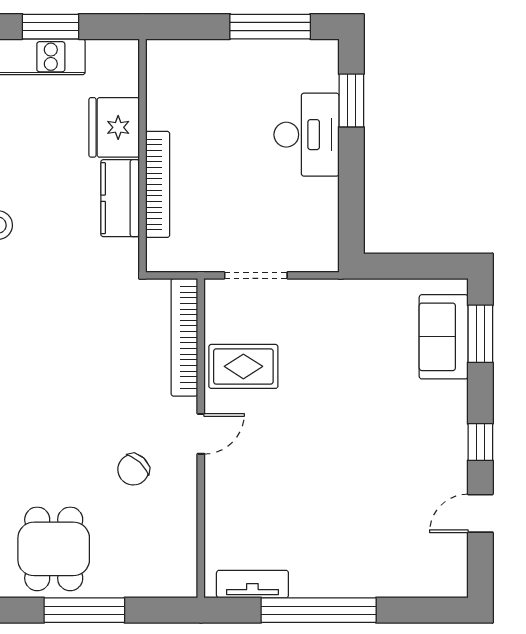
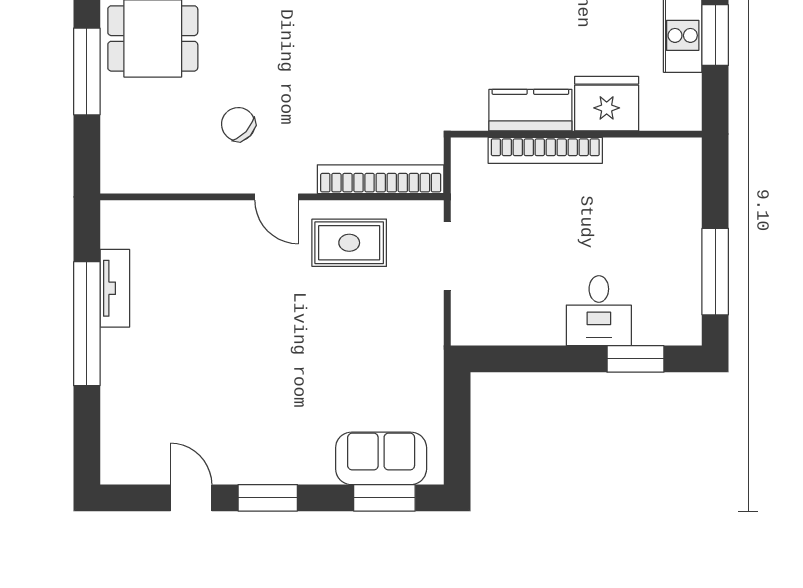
desk: (306, 135) -> (599, 311), width x0.73
rug: (243, 366) -> (349, 243), turned 90
window: (480, 442) -> (268, 498), width x1.50
tv unit: (252, 584) -> (115, 288), moved

